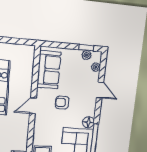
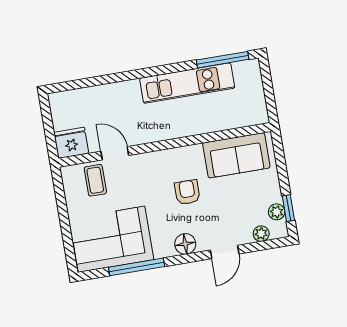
door: (33, 106) -> (115, 153), moved
floor lamp: (88, 122) -> (185, 244), moved

